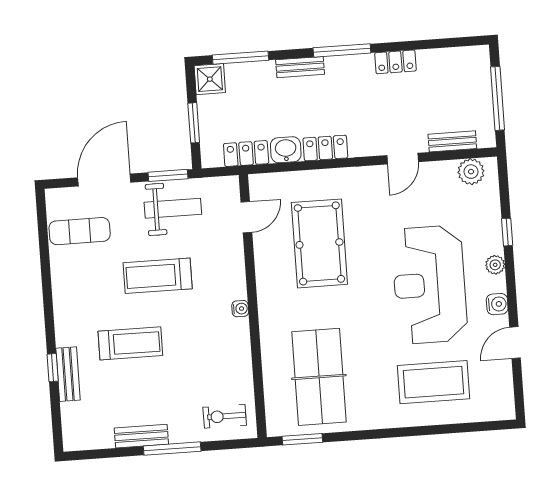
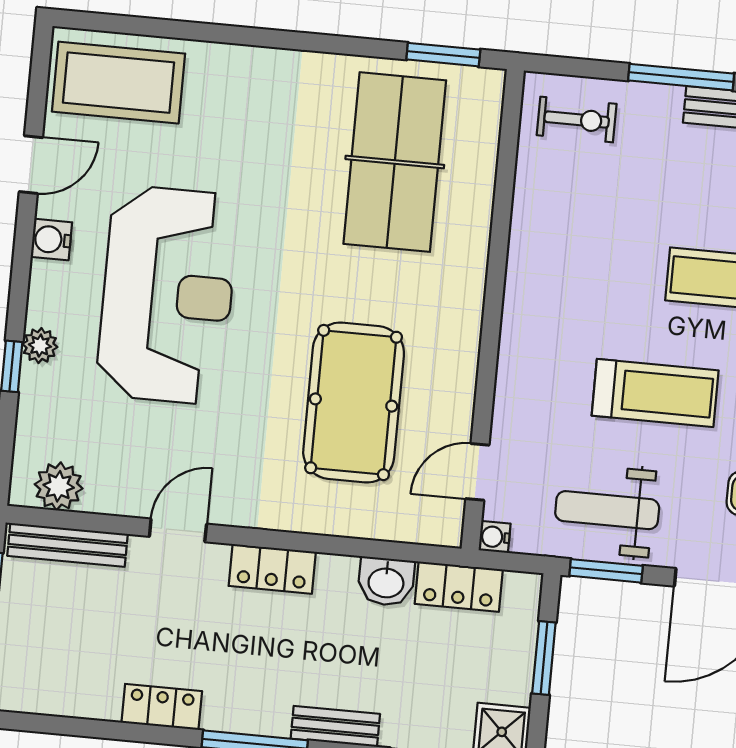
bench: (452, 141) -> (67, 545), width x1.36
locker: (325, 148) -> (272, 569), moved
plant: (495, 265) -> (40, 346), moved
water cooler: (240, 309) -> (494, 537), moved
coffee table: (433, 382) -> (119, 83), moved

